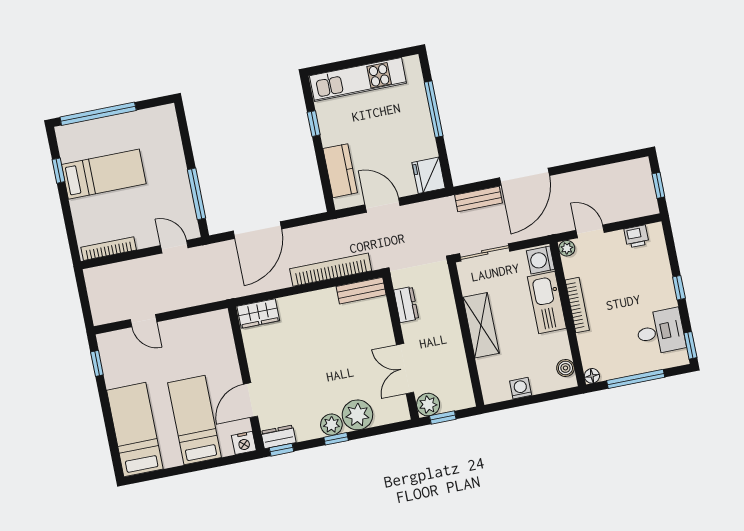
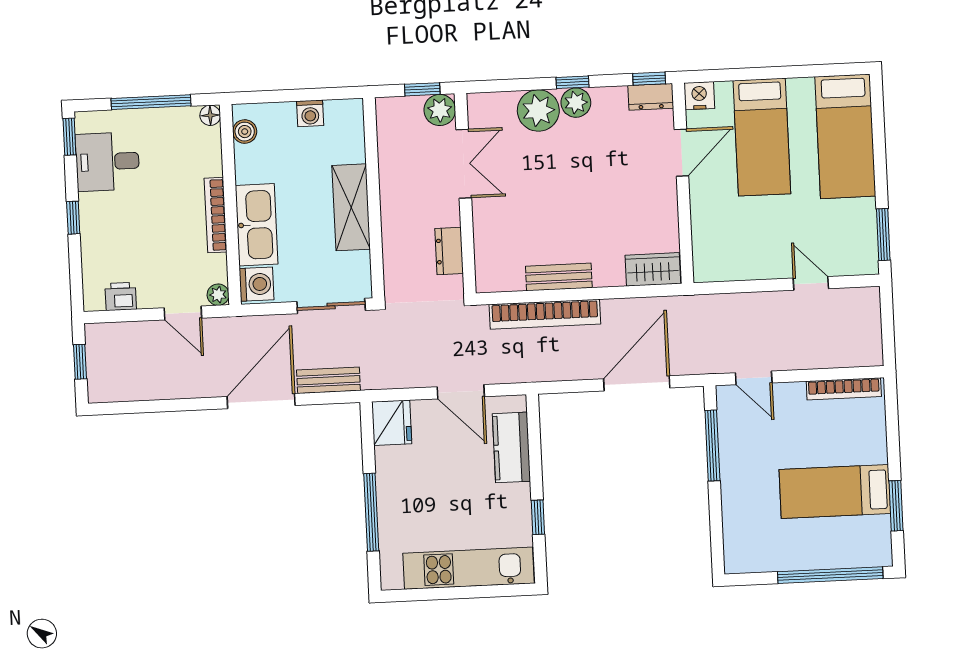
window: (58, 171) -> (896, 506), width x1.50
bench: (361, 291) -> (559, 277), moved
window: (97, 363) -> (883, 235), width x1.50

